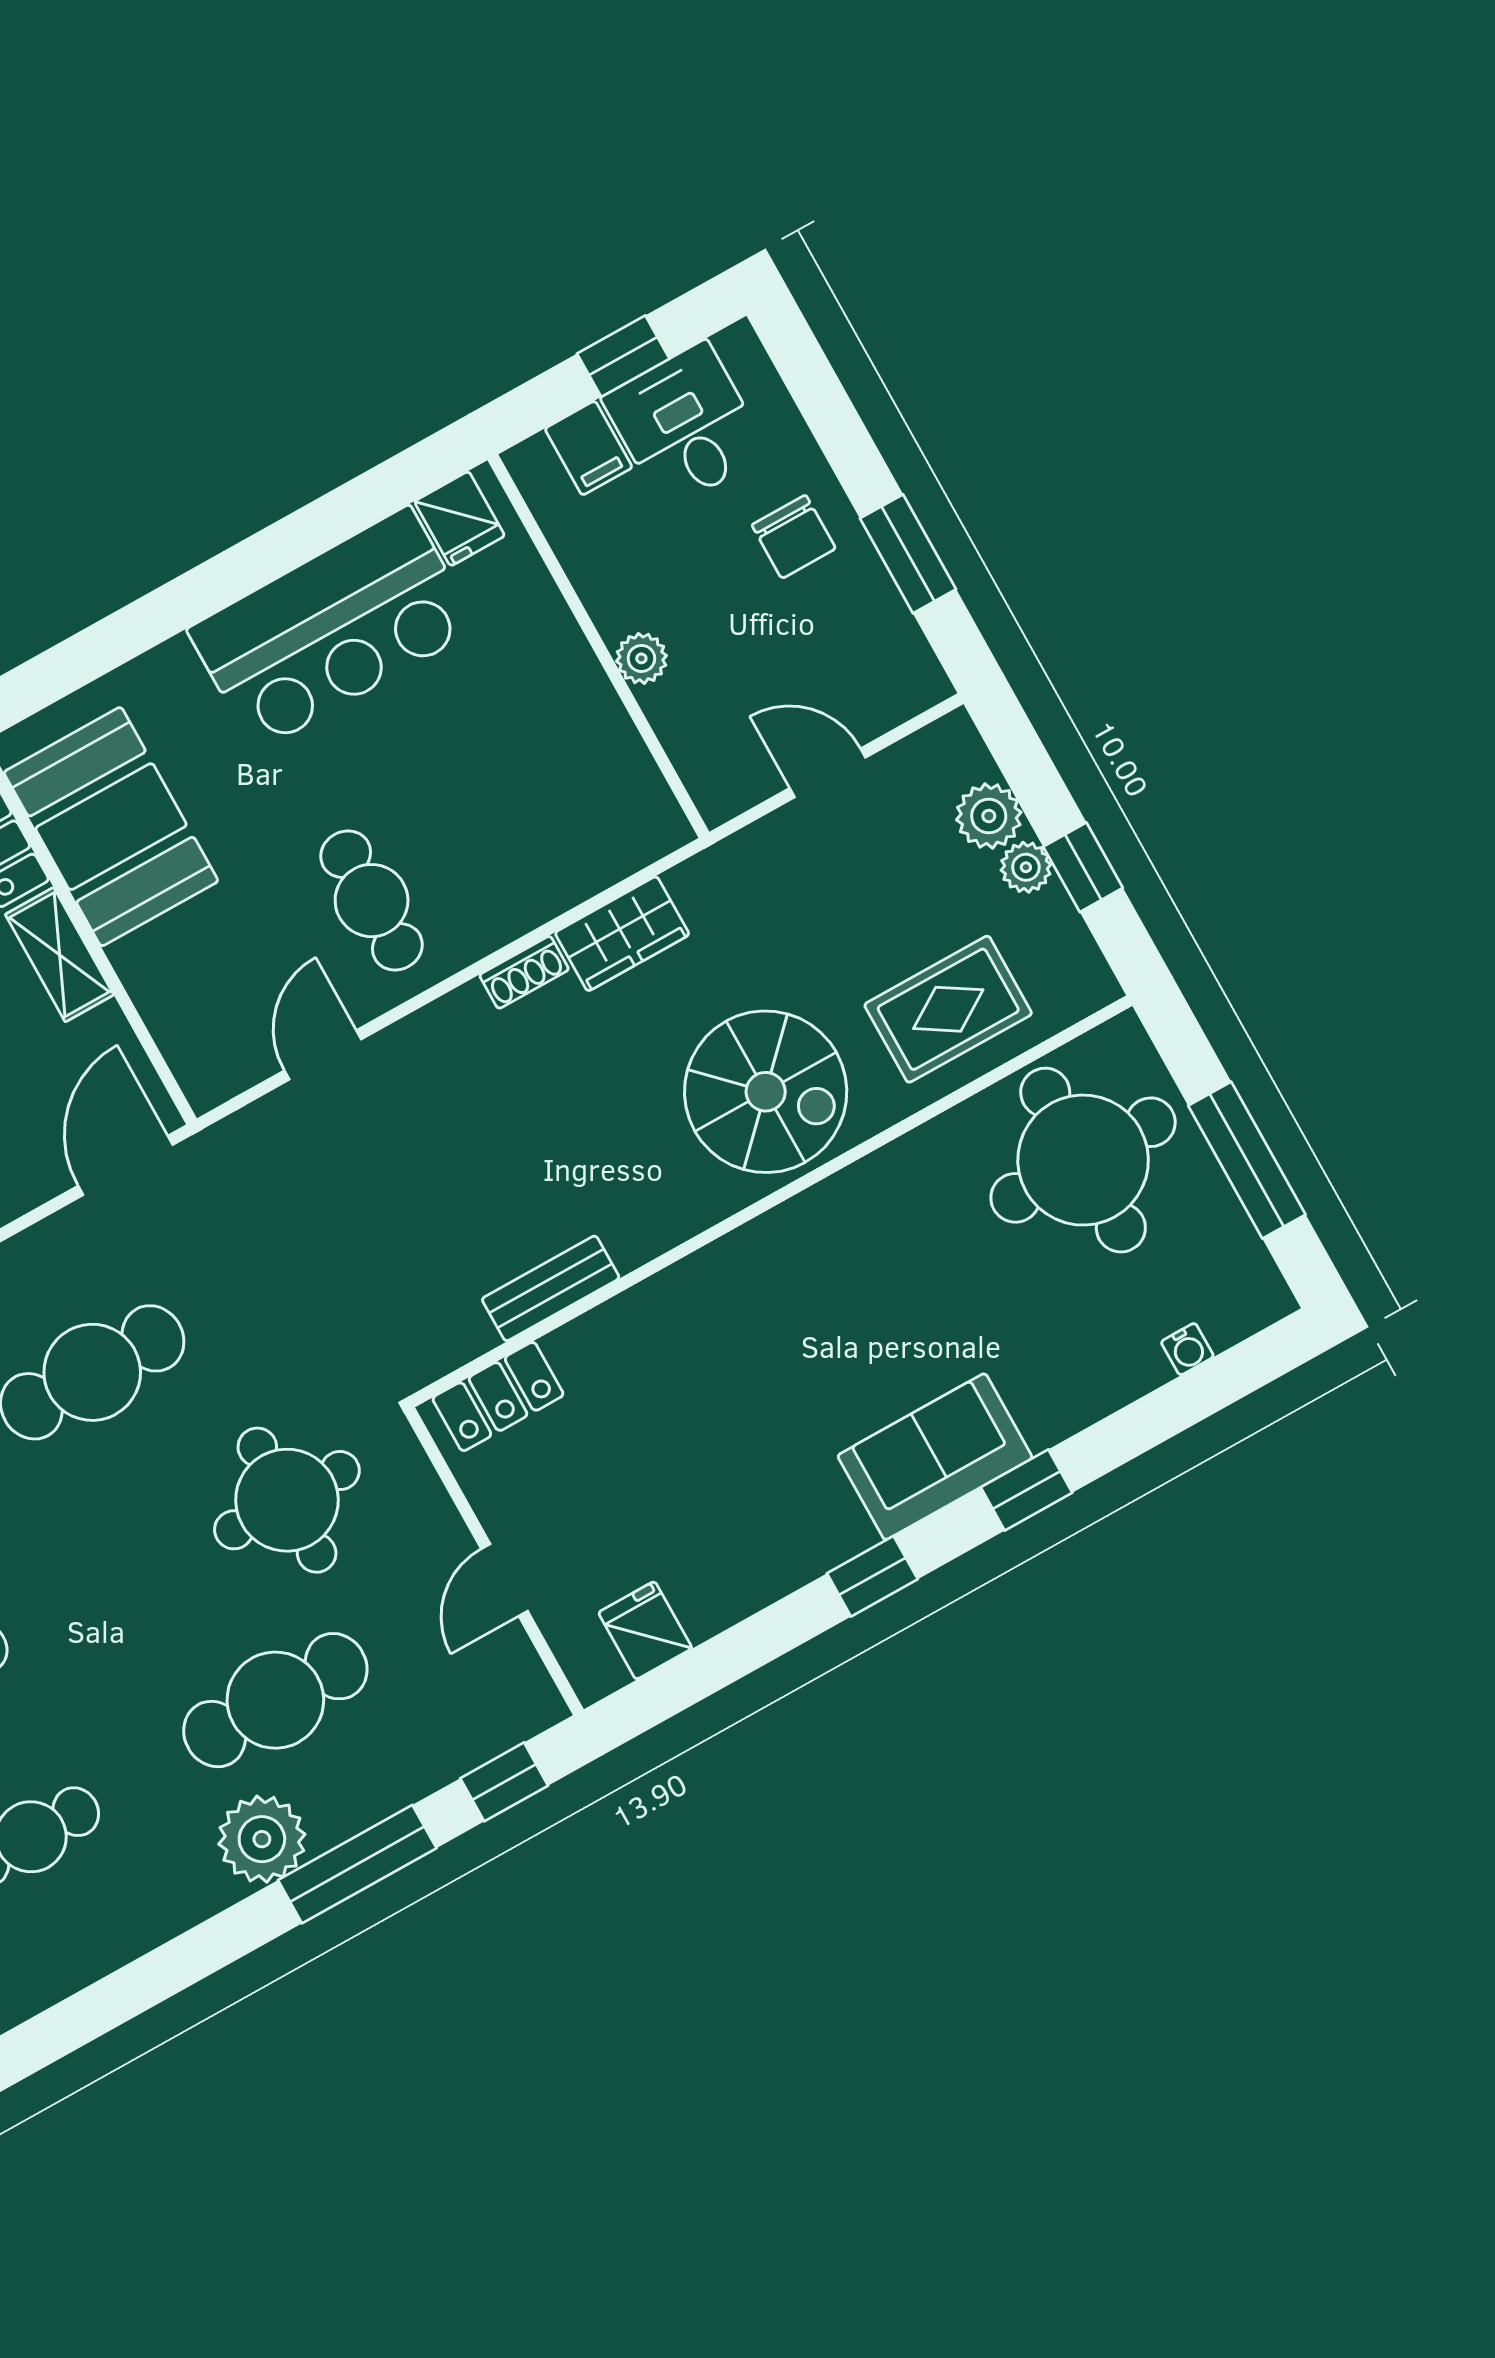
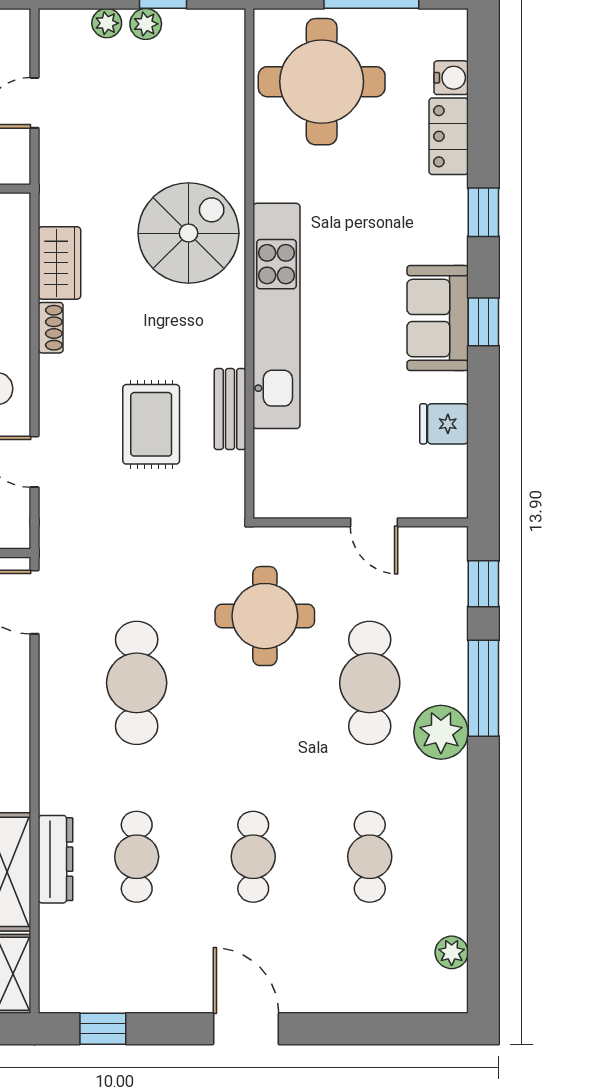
plant: (989, 816) -> (107, 23), width x0.73, depth x0.73
rug: (948, 1009) -> (151, 424), moved
kitchen unit: (718, 1281) -> (276, 316), added
water cooler: (1187, 1349) -> (451, 78), width x1.38, depth x1.38
locker: (498, 1396) -> (449, 136), moved, turned 180
sofa: (935, 1457) -> (438, 318), moved
fridge: (645, 1630) -> (444, 424), moved

